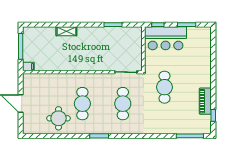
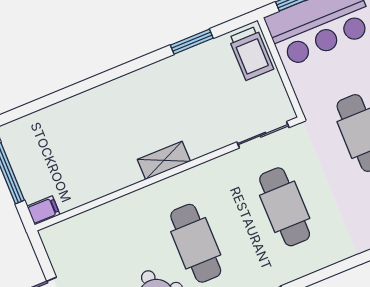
shelving: (66, 31) -> (164, 160), moved
trolley: (134, 39) -> (251, 53), added

